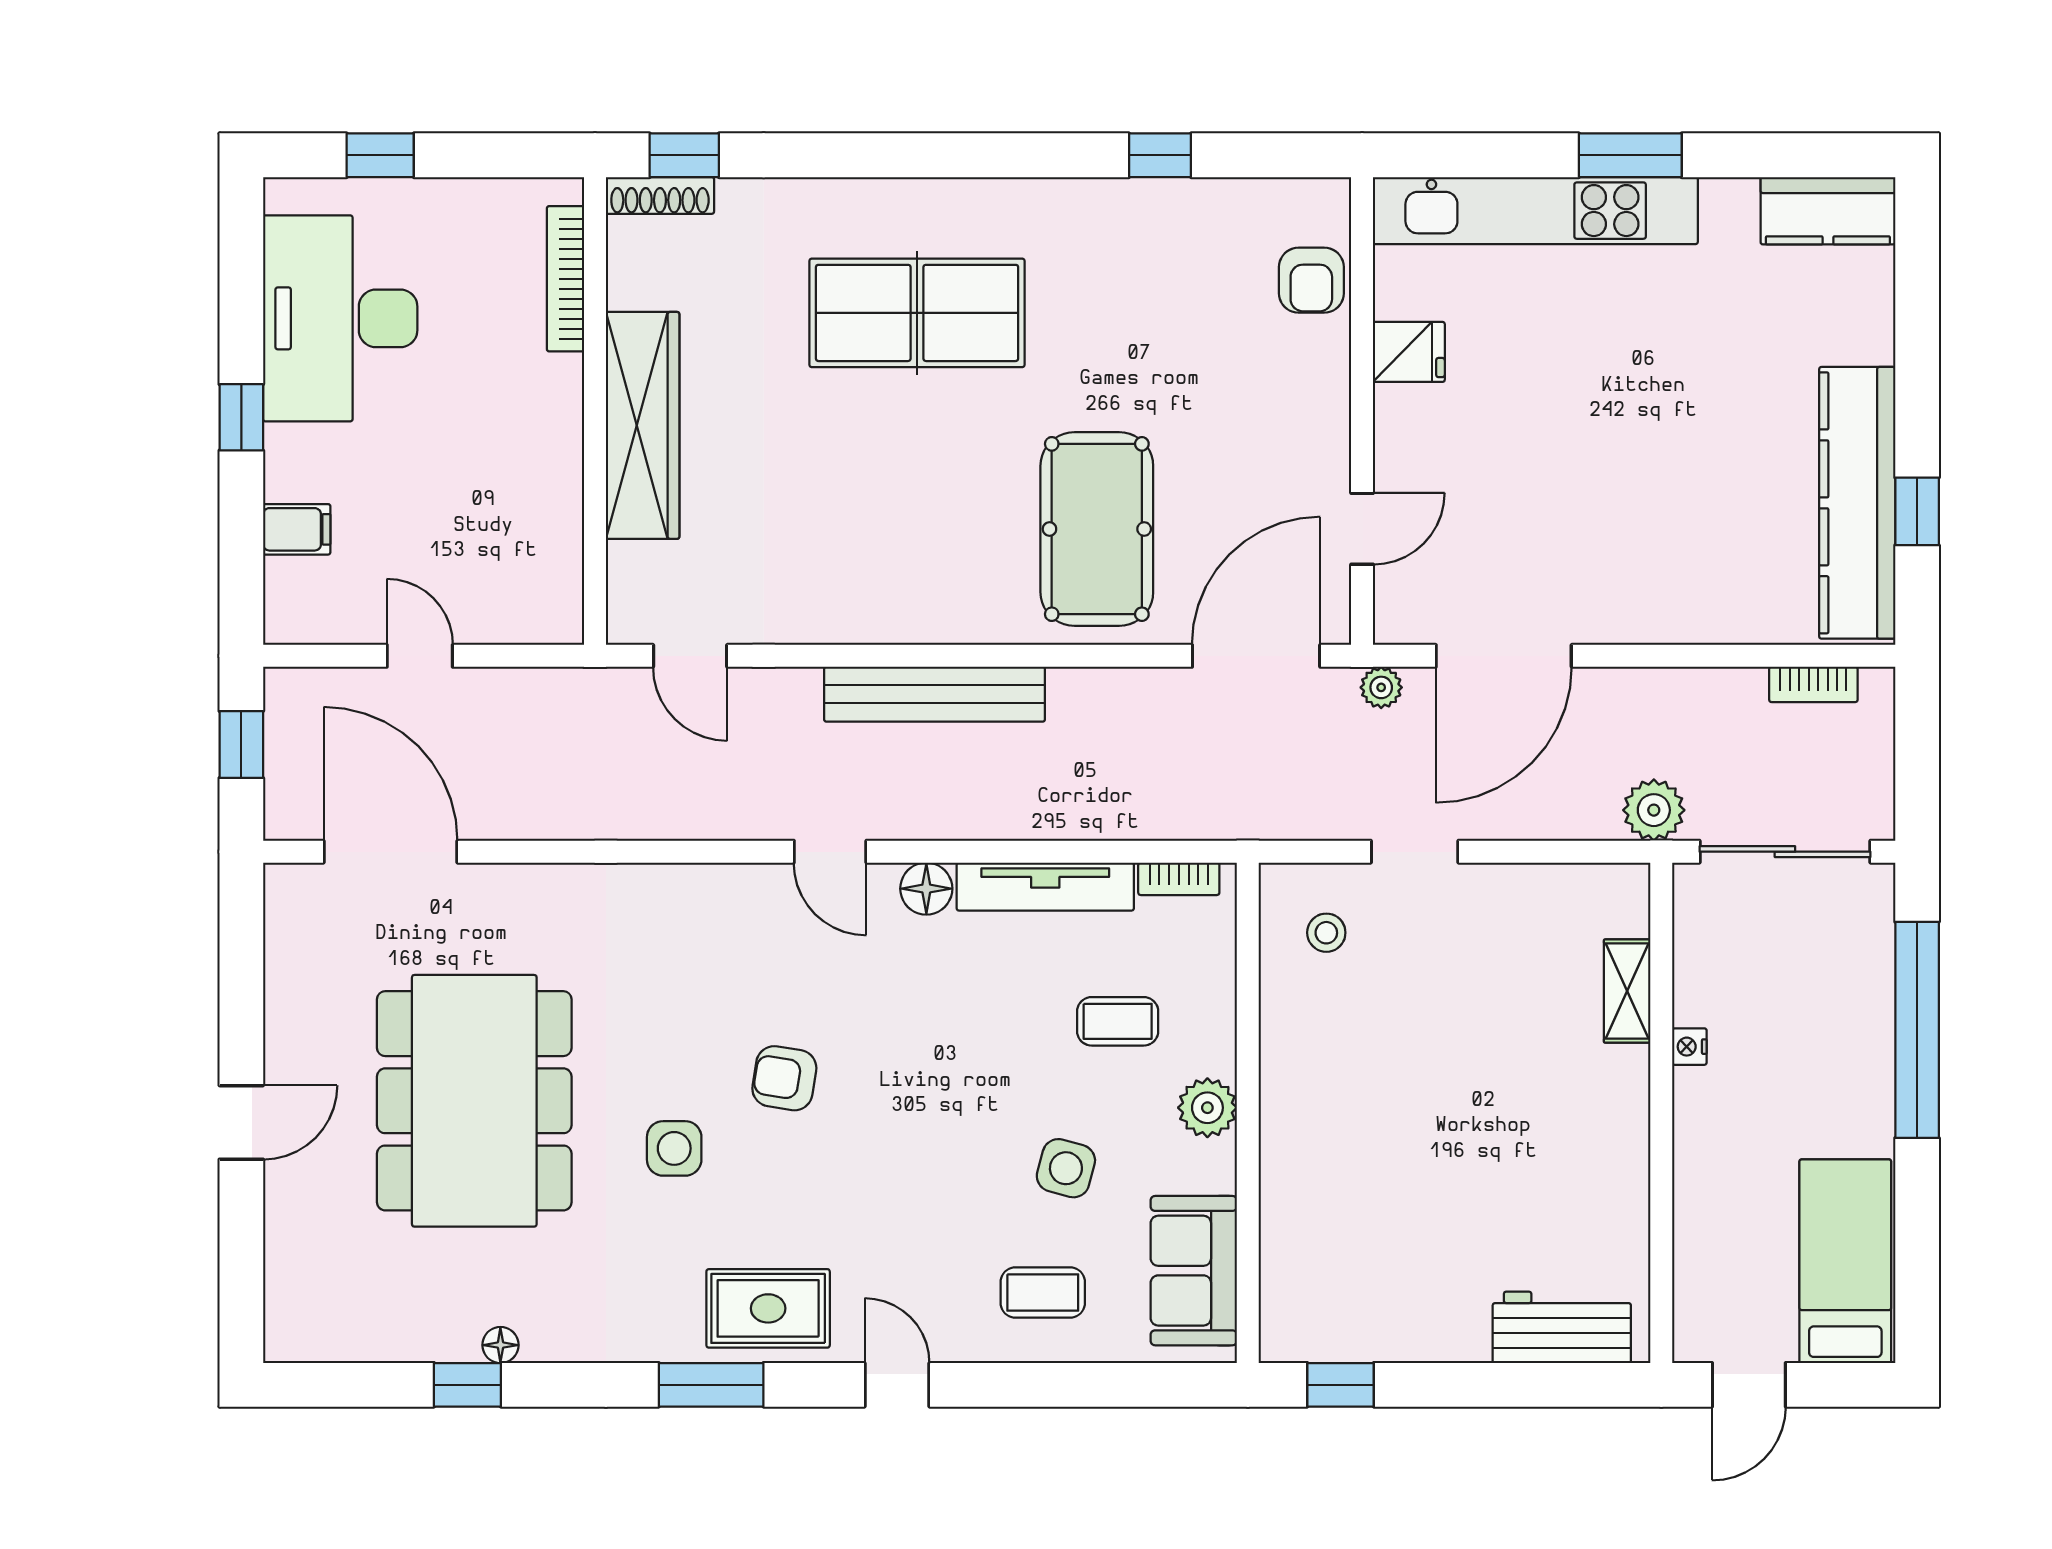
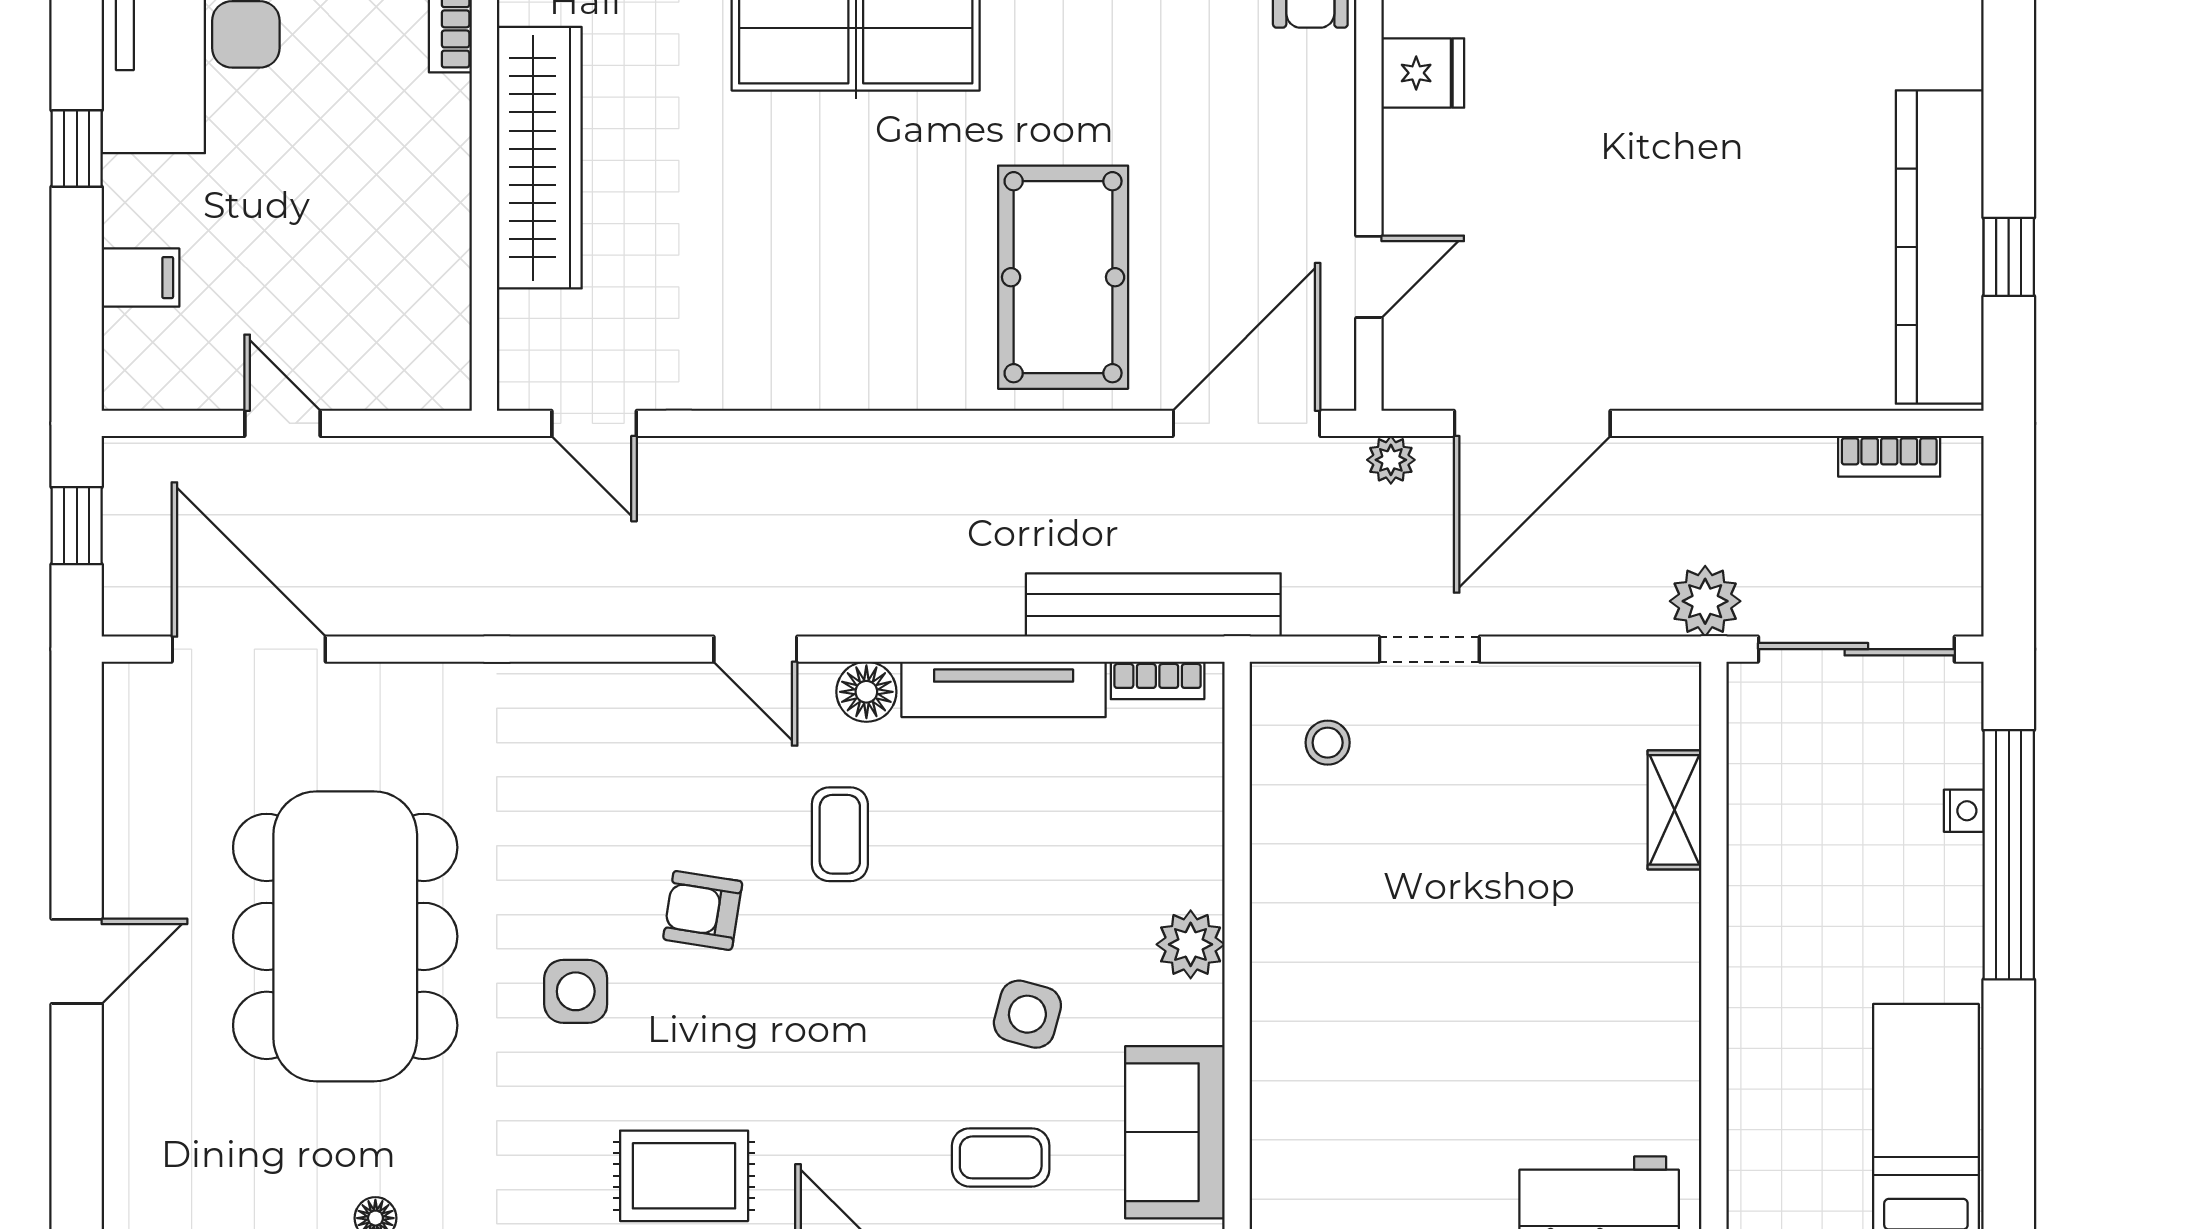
bench: (935, 694) -> (1153, 605), moved
coffee table: (1118, 1021) -> (840, 834), moved, turned 90
nightstand: (1689, 1047) -> (1964, 811), moved, turned 180

